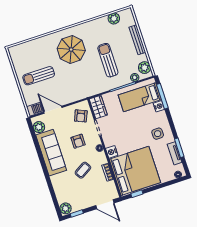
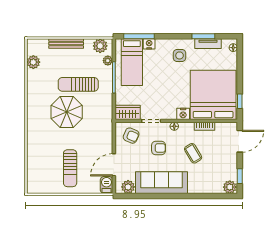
parasol: (71, 50) -> (67, 112), moved

